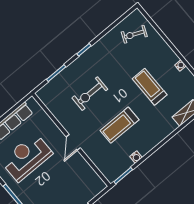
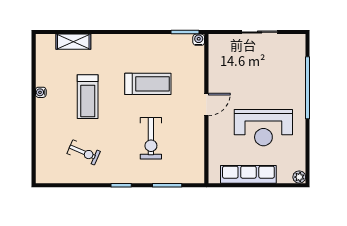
exercise bike: (134, 34) -> (84, 152), moved
exercise bike: (90, 94) -> (151, 138), turned 90
water cooler: (136, 157) -> (199, 40), moved

